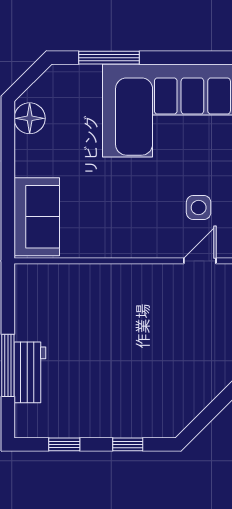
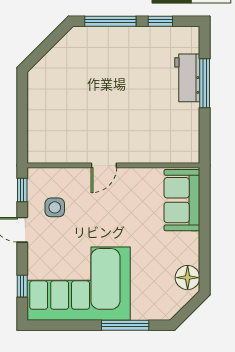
door: (200, 261) -> (104, 165), moved
window: (128, 444) -> (110, 21), width x2.17

